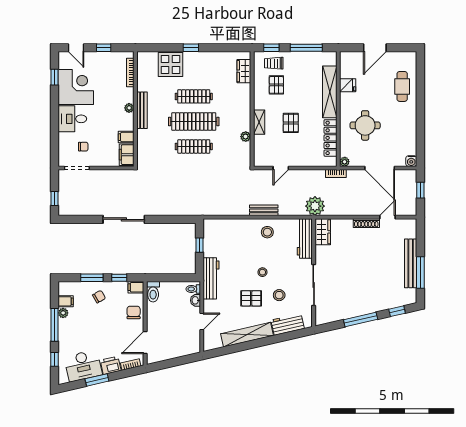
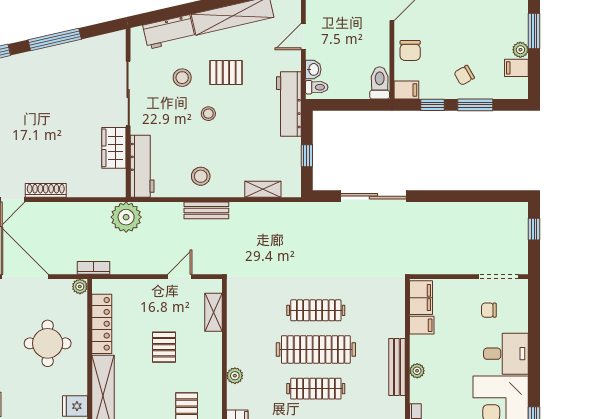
shelving: (259, 122) -> (213, 312), moved
plant: (246, 137) -> (235, 376), moved
sliding door: (124, 219) -> (373, 196), moved
shelving: (228, 224) -> (263, 189), added
wardrobe: (323, 232) -> (114, 148), moved
window: (54, 325) -> (534, 31), width x0.69

